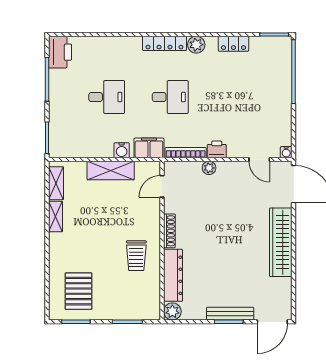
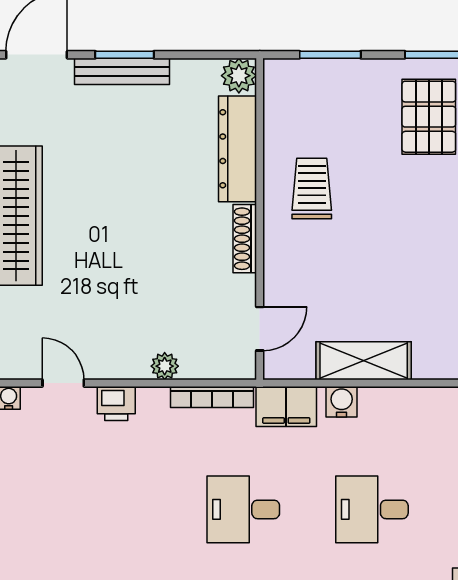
printer: (217, 149) -> (116, 404), moved

